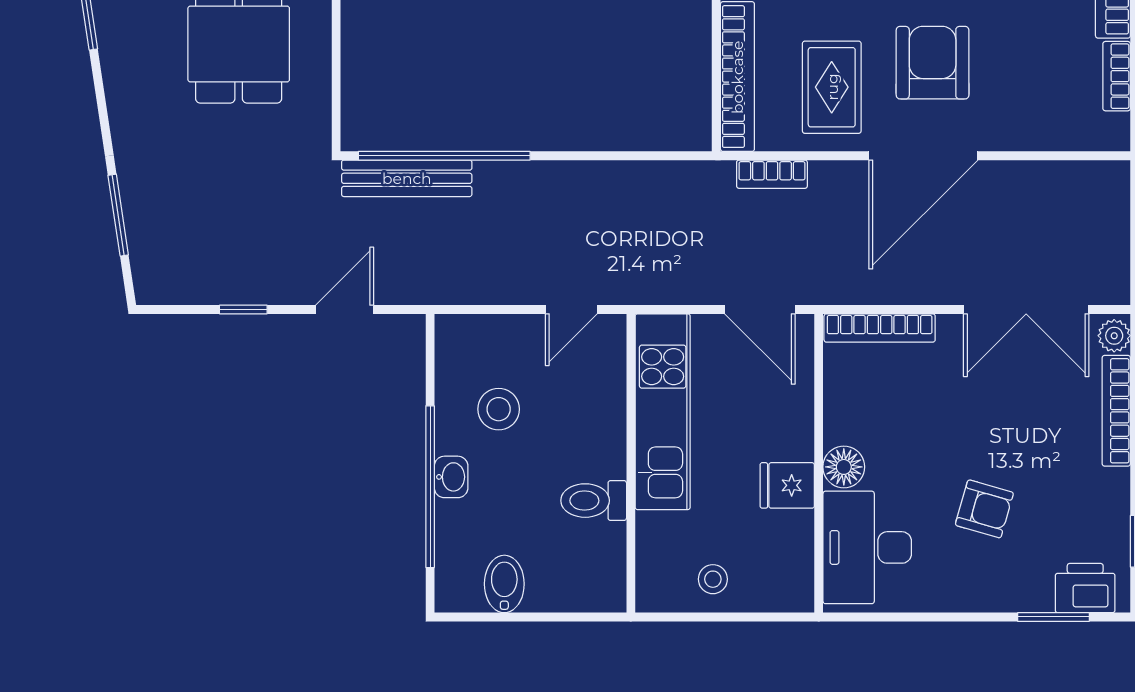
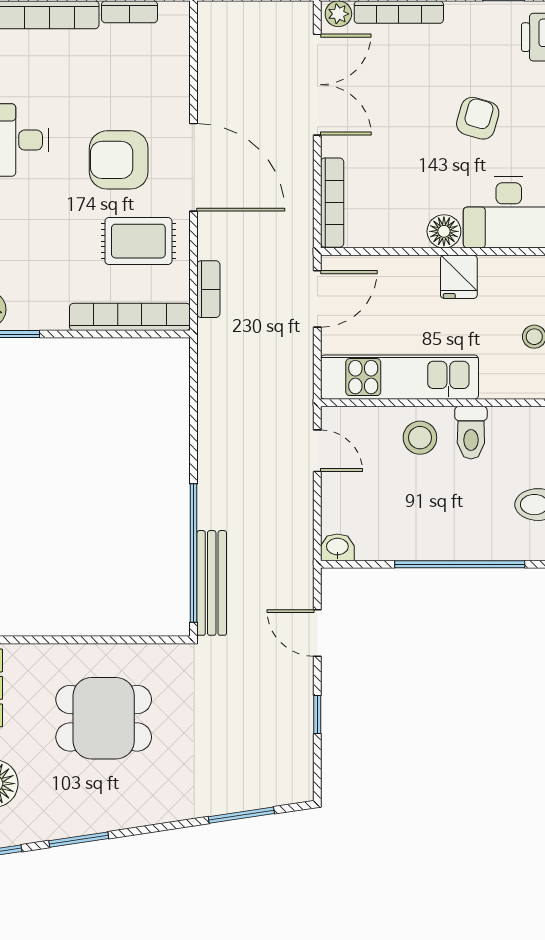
stool: (499, 409) -> (420, 438), moved
washbasin: (451, 477) -> (337, 547), moved

